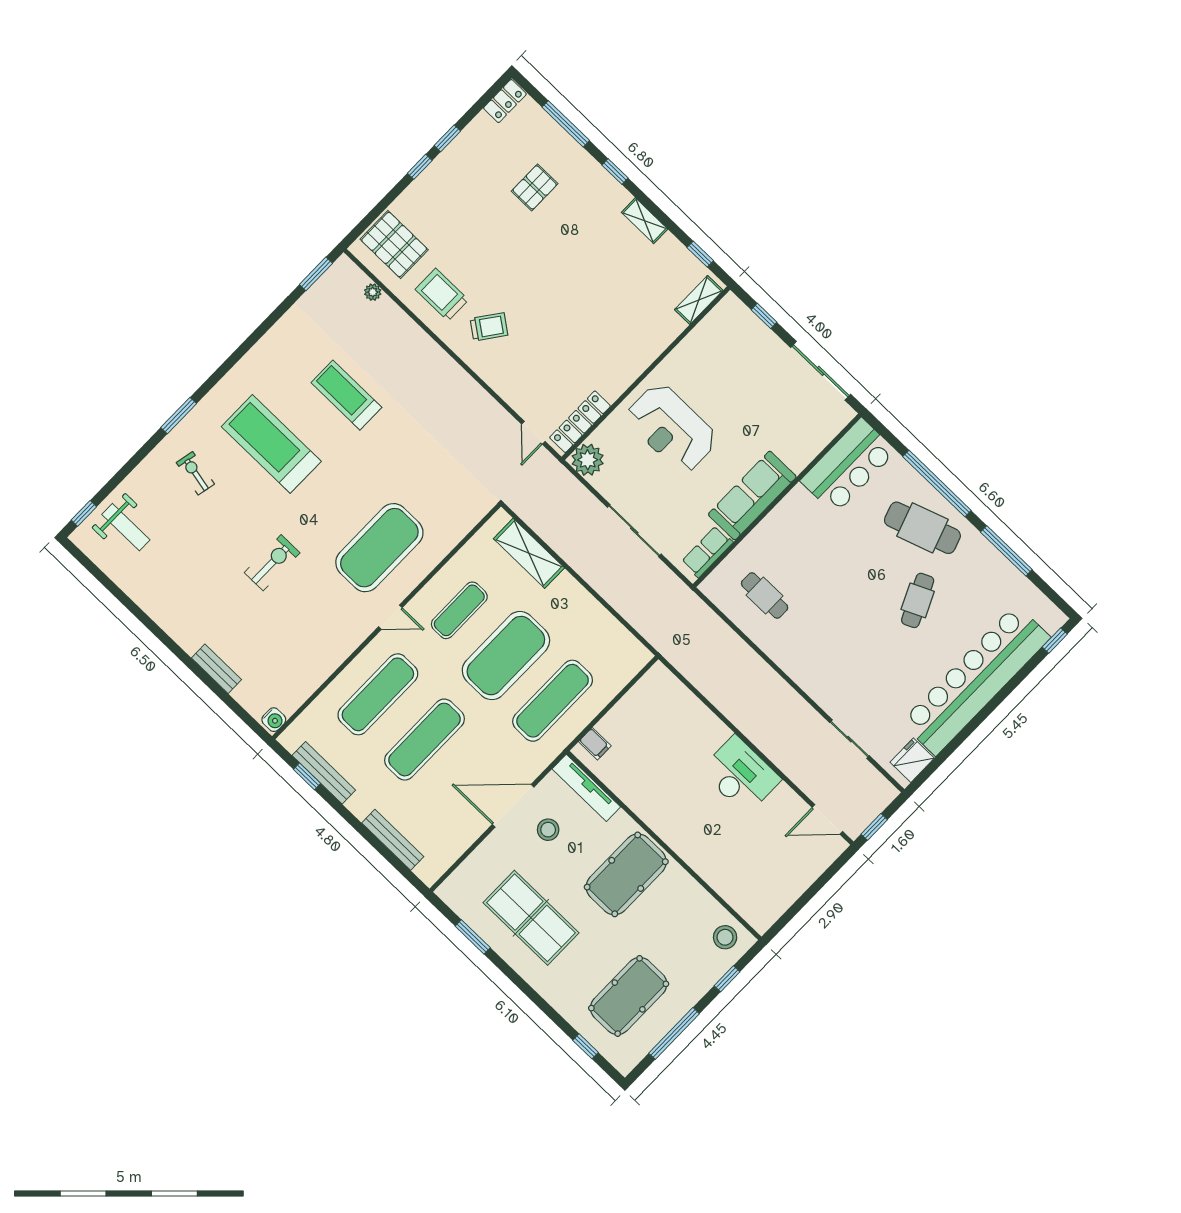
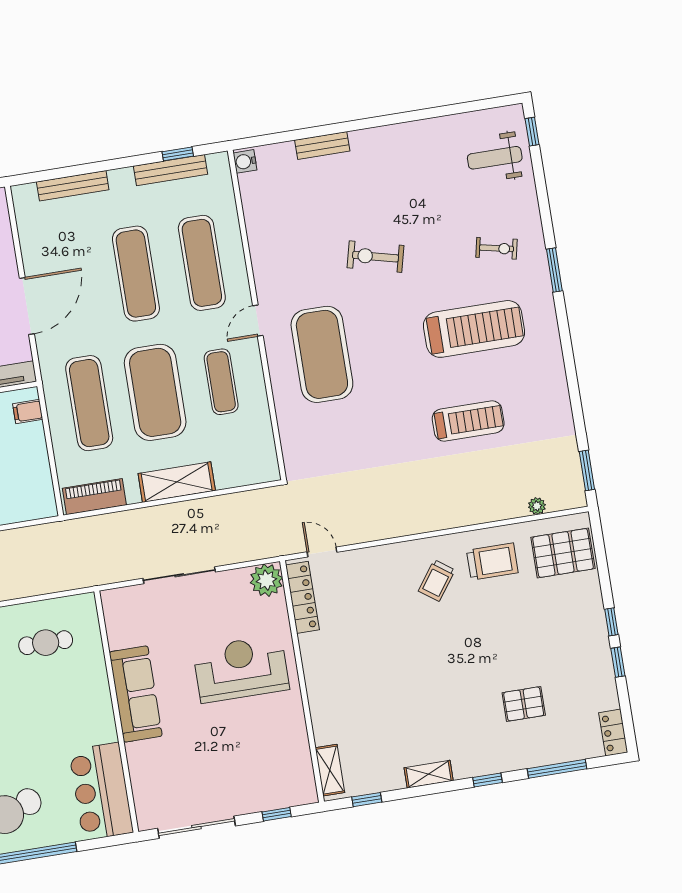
pallet: (535, 187) -> (524, 704), turned 90
row of seats: (707, 552) -> (117, 622), removed
shelving: (529, 553) -> (177, 482), moved
exercise bike: (272, 563) -> (375, 257), turned 104
piano: (622, 642) -> (94, 497), added

